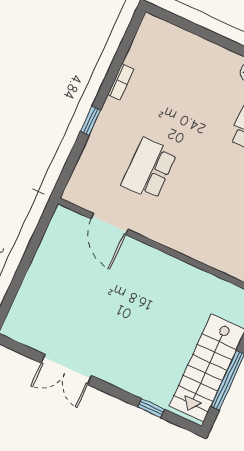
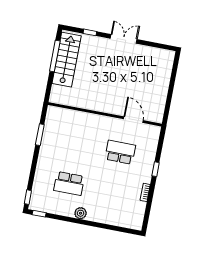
school desk: (149, 169) -> (120, 152), turned -90
double door: (66, 369) -> (124, 39), moved

